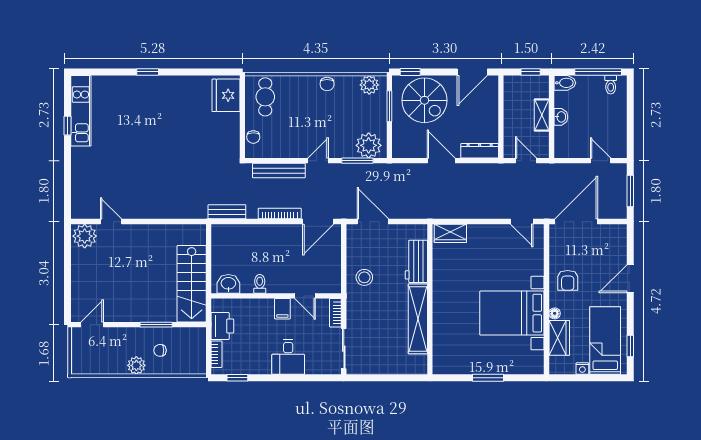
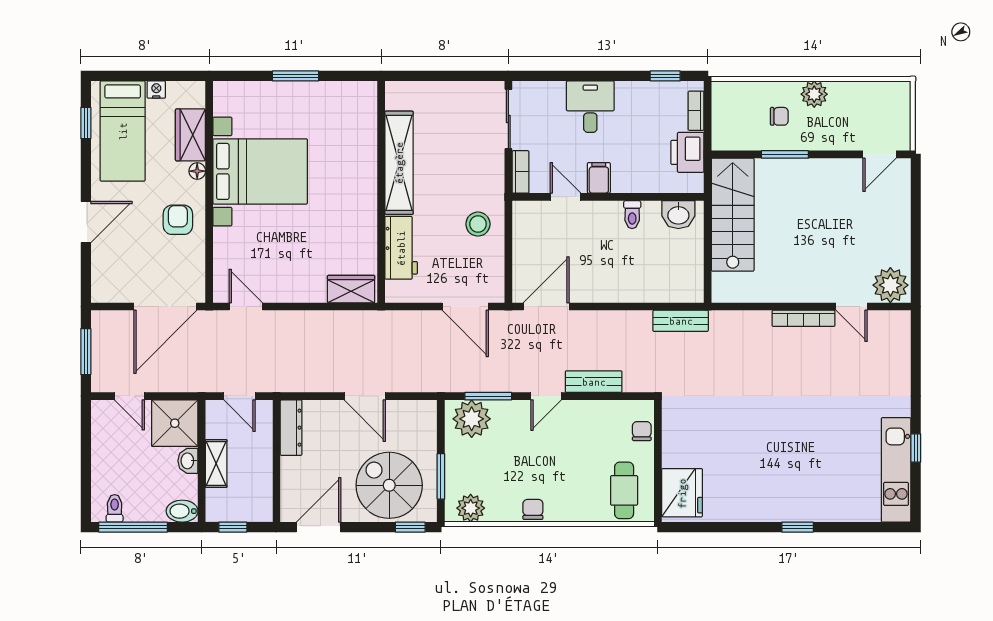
shower: (570, 142) -> (175, 423), added
dresser: (480, 151) -> (291, 428), moved, turned -90
bench: (279, 171) -> (594, 382), width x0.73
bookcase: (280, 214) -> (804, 318), moved

